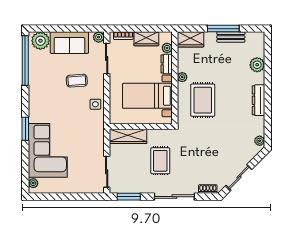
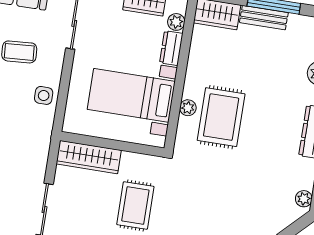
bench: (231, 37) -> (264, 18), moved
plant: (182, 77) -> (188, 108), moved

